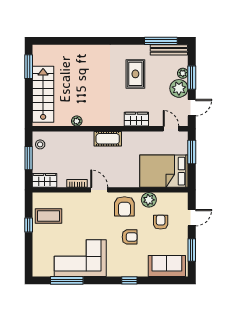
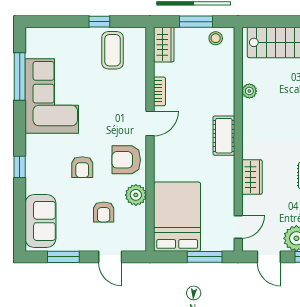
armchair: (161, 222) -> (104, 212), turned 90

